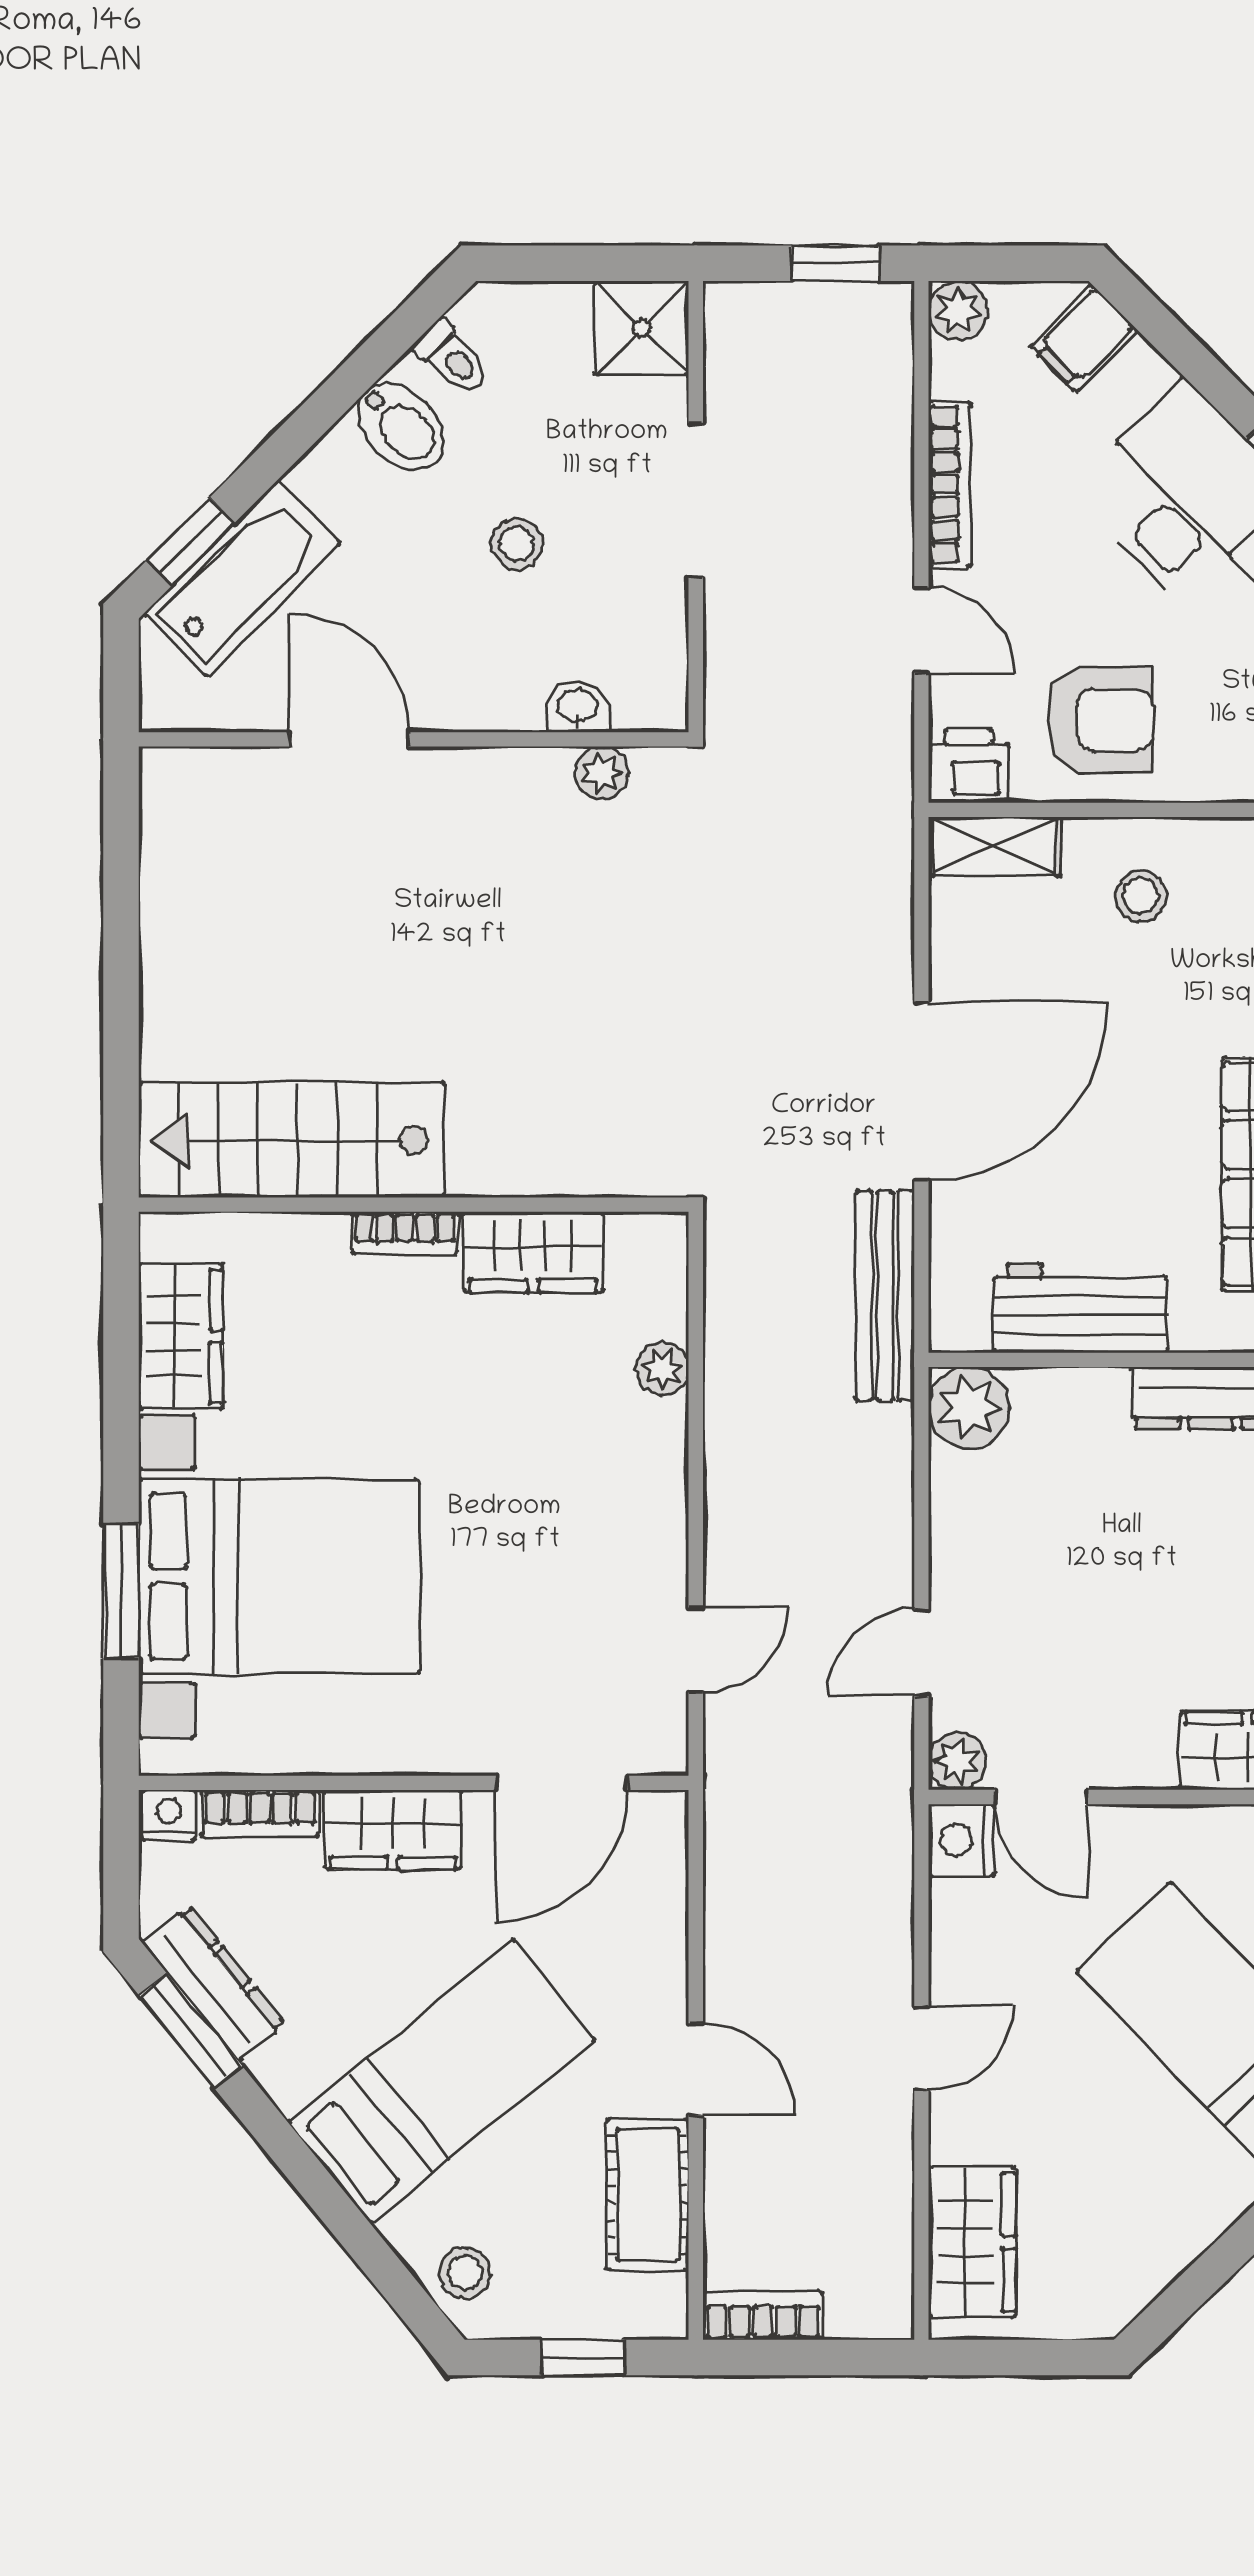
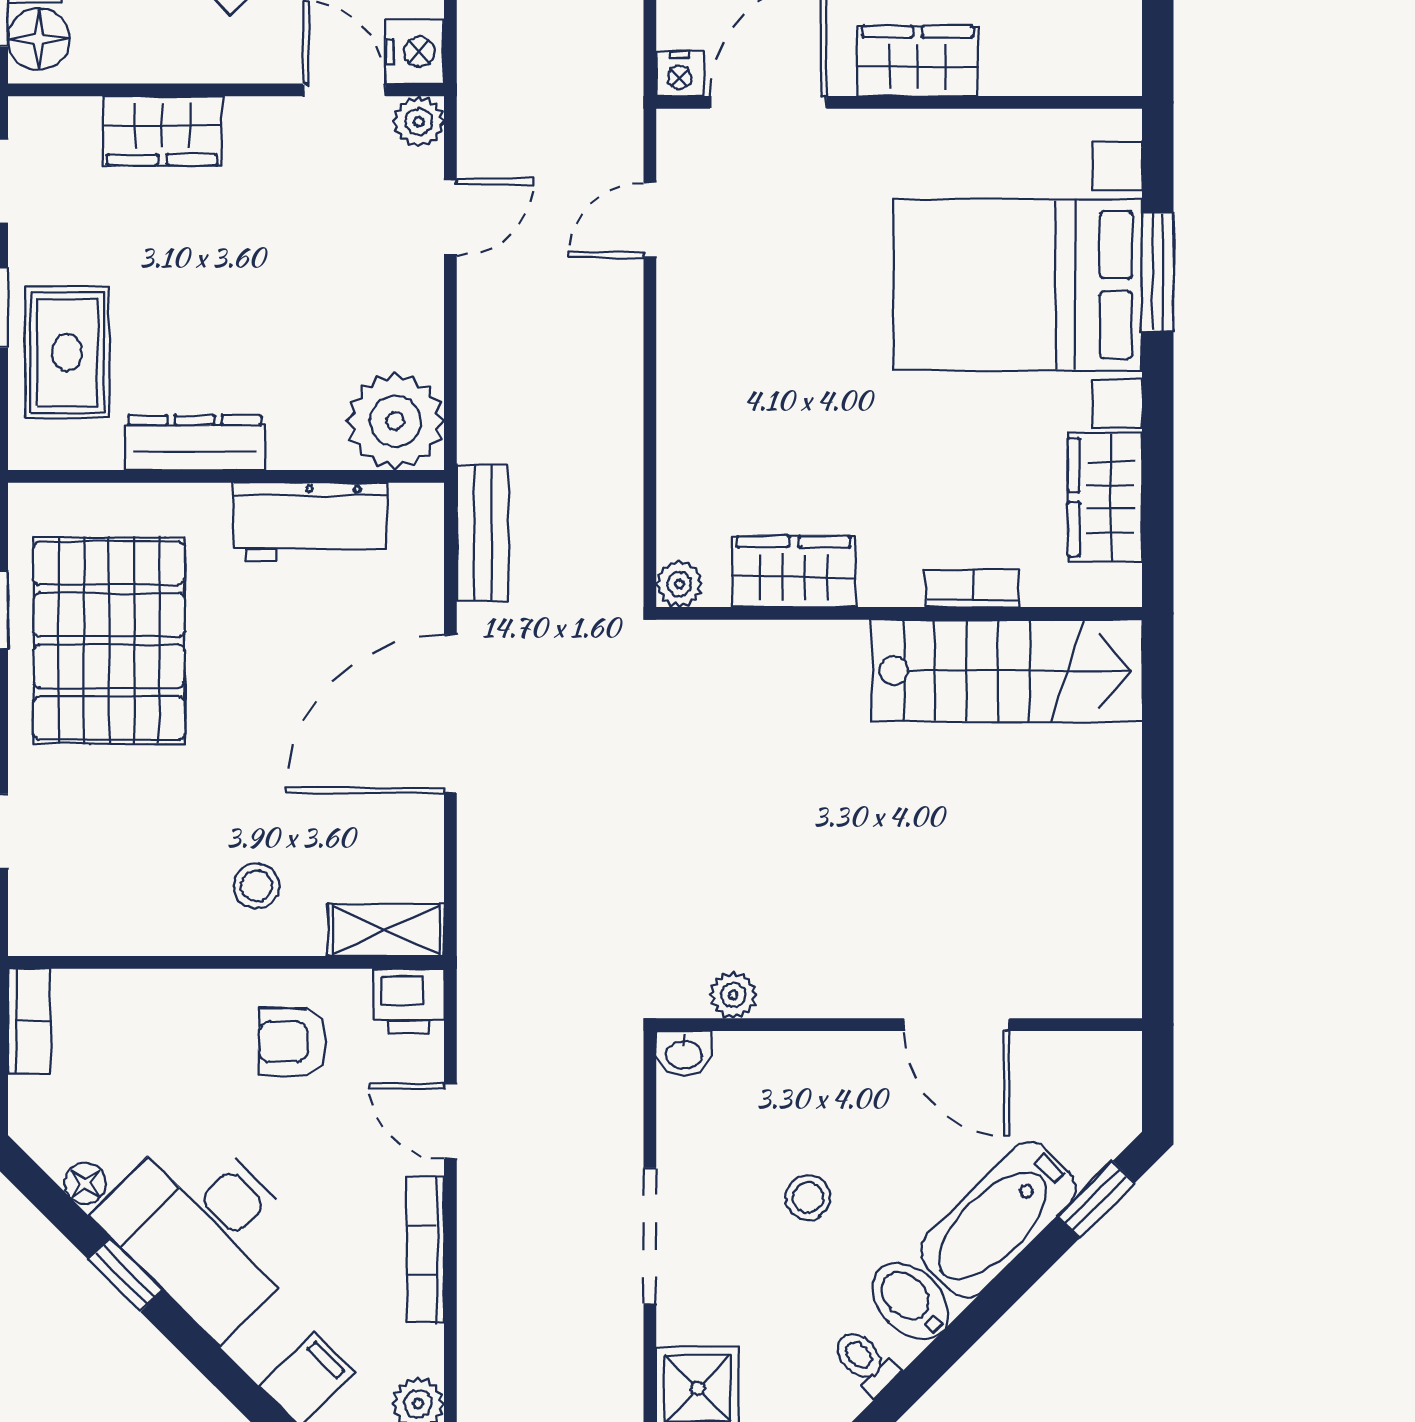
bathtub: (242, 578) -> (998, 1220), moved
washbasin: (578, 707) -> (684, 1053), moved
armchair: (1100, 720) -> (293, 1042), width x0.72, depth x0.72
bookcase: (405, 1233) -> (972, 588), moved
bench: (885, 1296) -> (483, 533), width x0.73
plant: (662, 1369) -> (679, 584), moved
plant: (969, 1408) -> (395, 421), width x1.36, depth x1.36
bookcase: (260, 1813) -> (1035, 75), removed
nightstand: (169, 1815) -> (680, 74), moved

